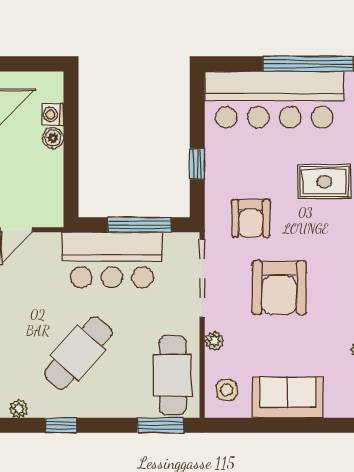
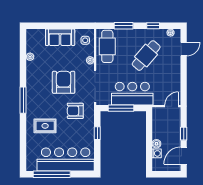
armchair: (251, 218) -> (75, 111), turned -90
window: (160, 425) -> (124, 26), moved

